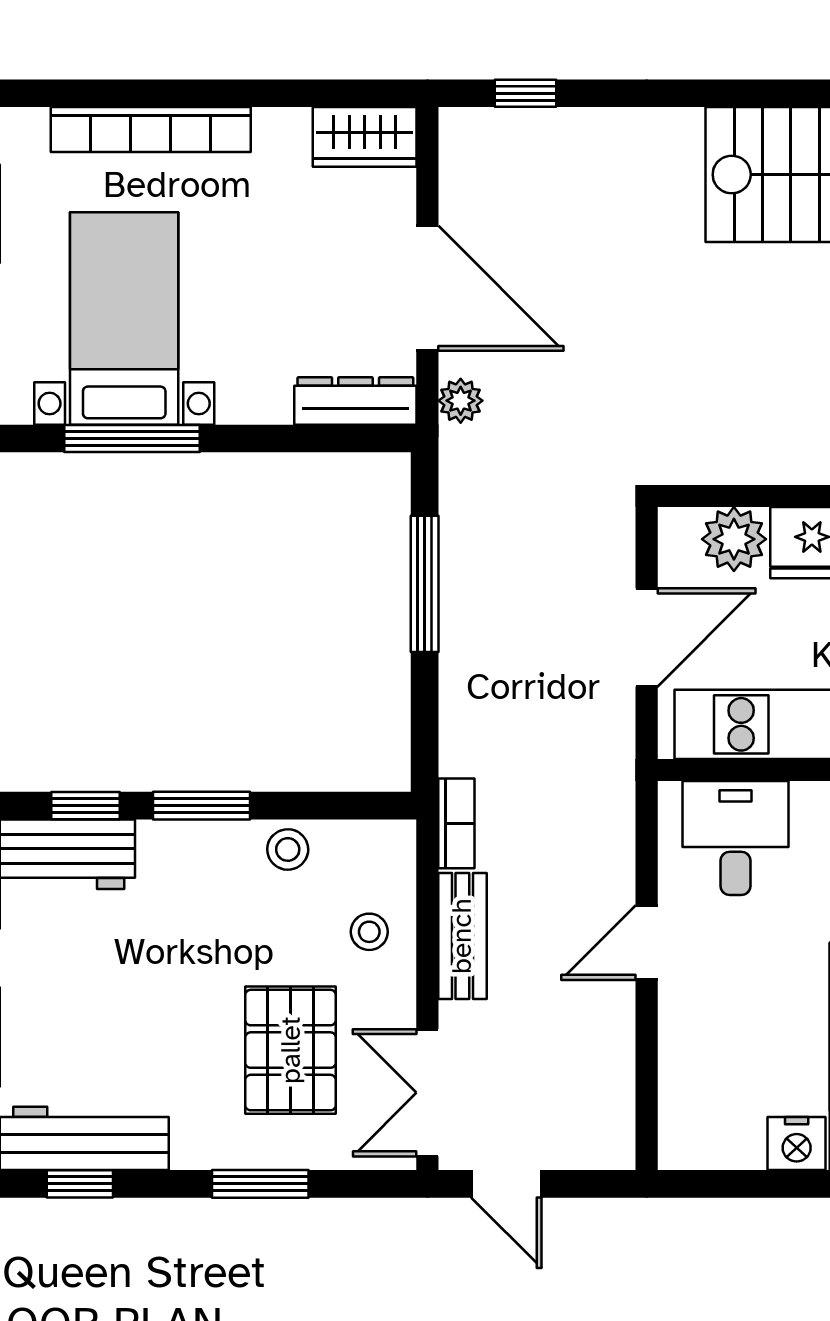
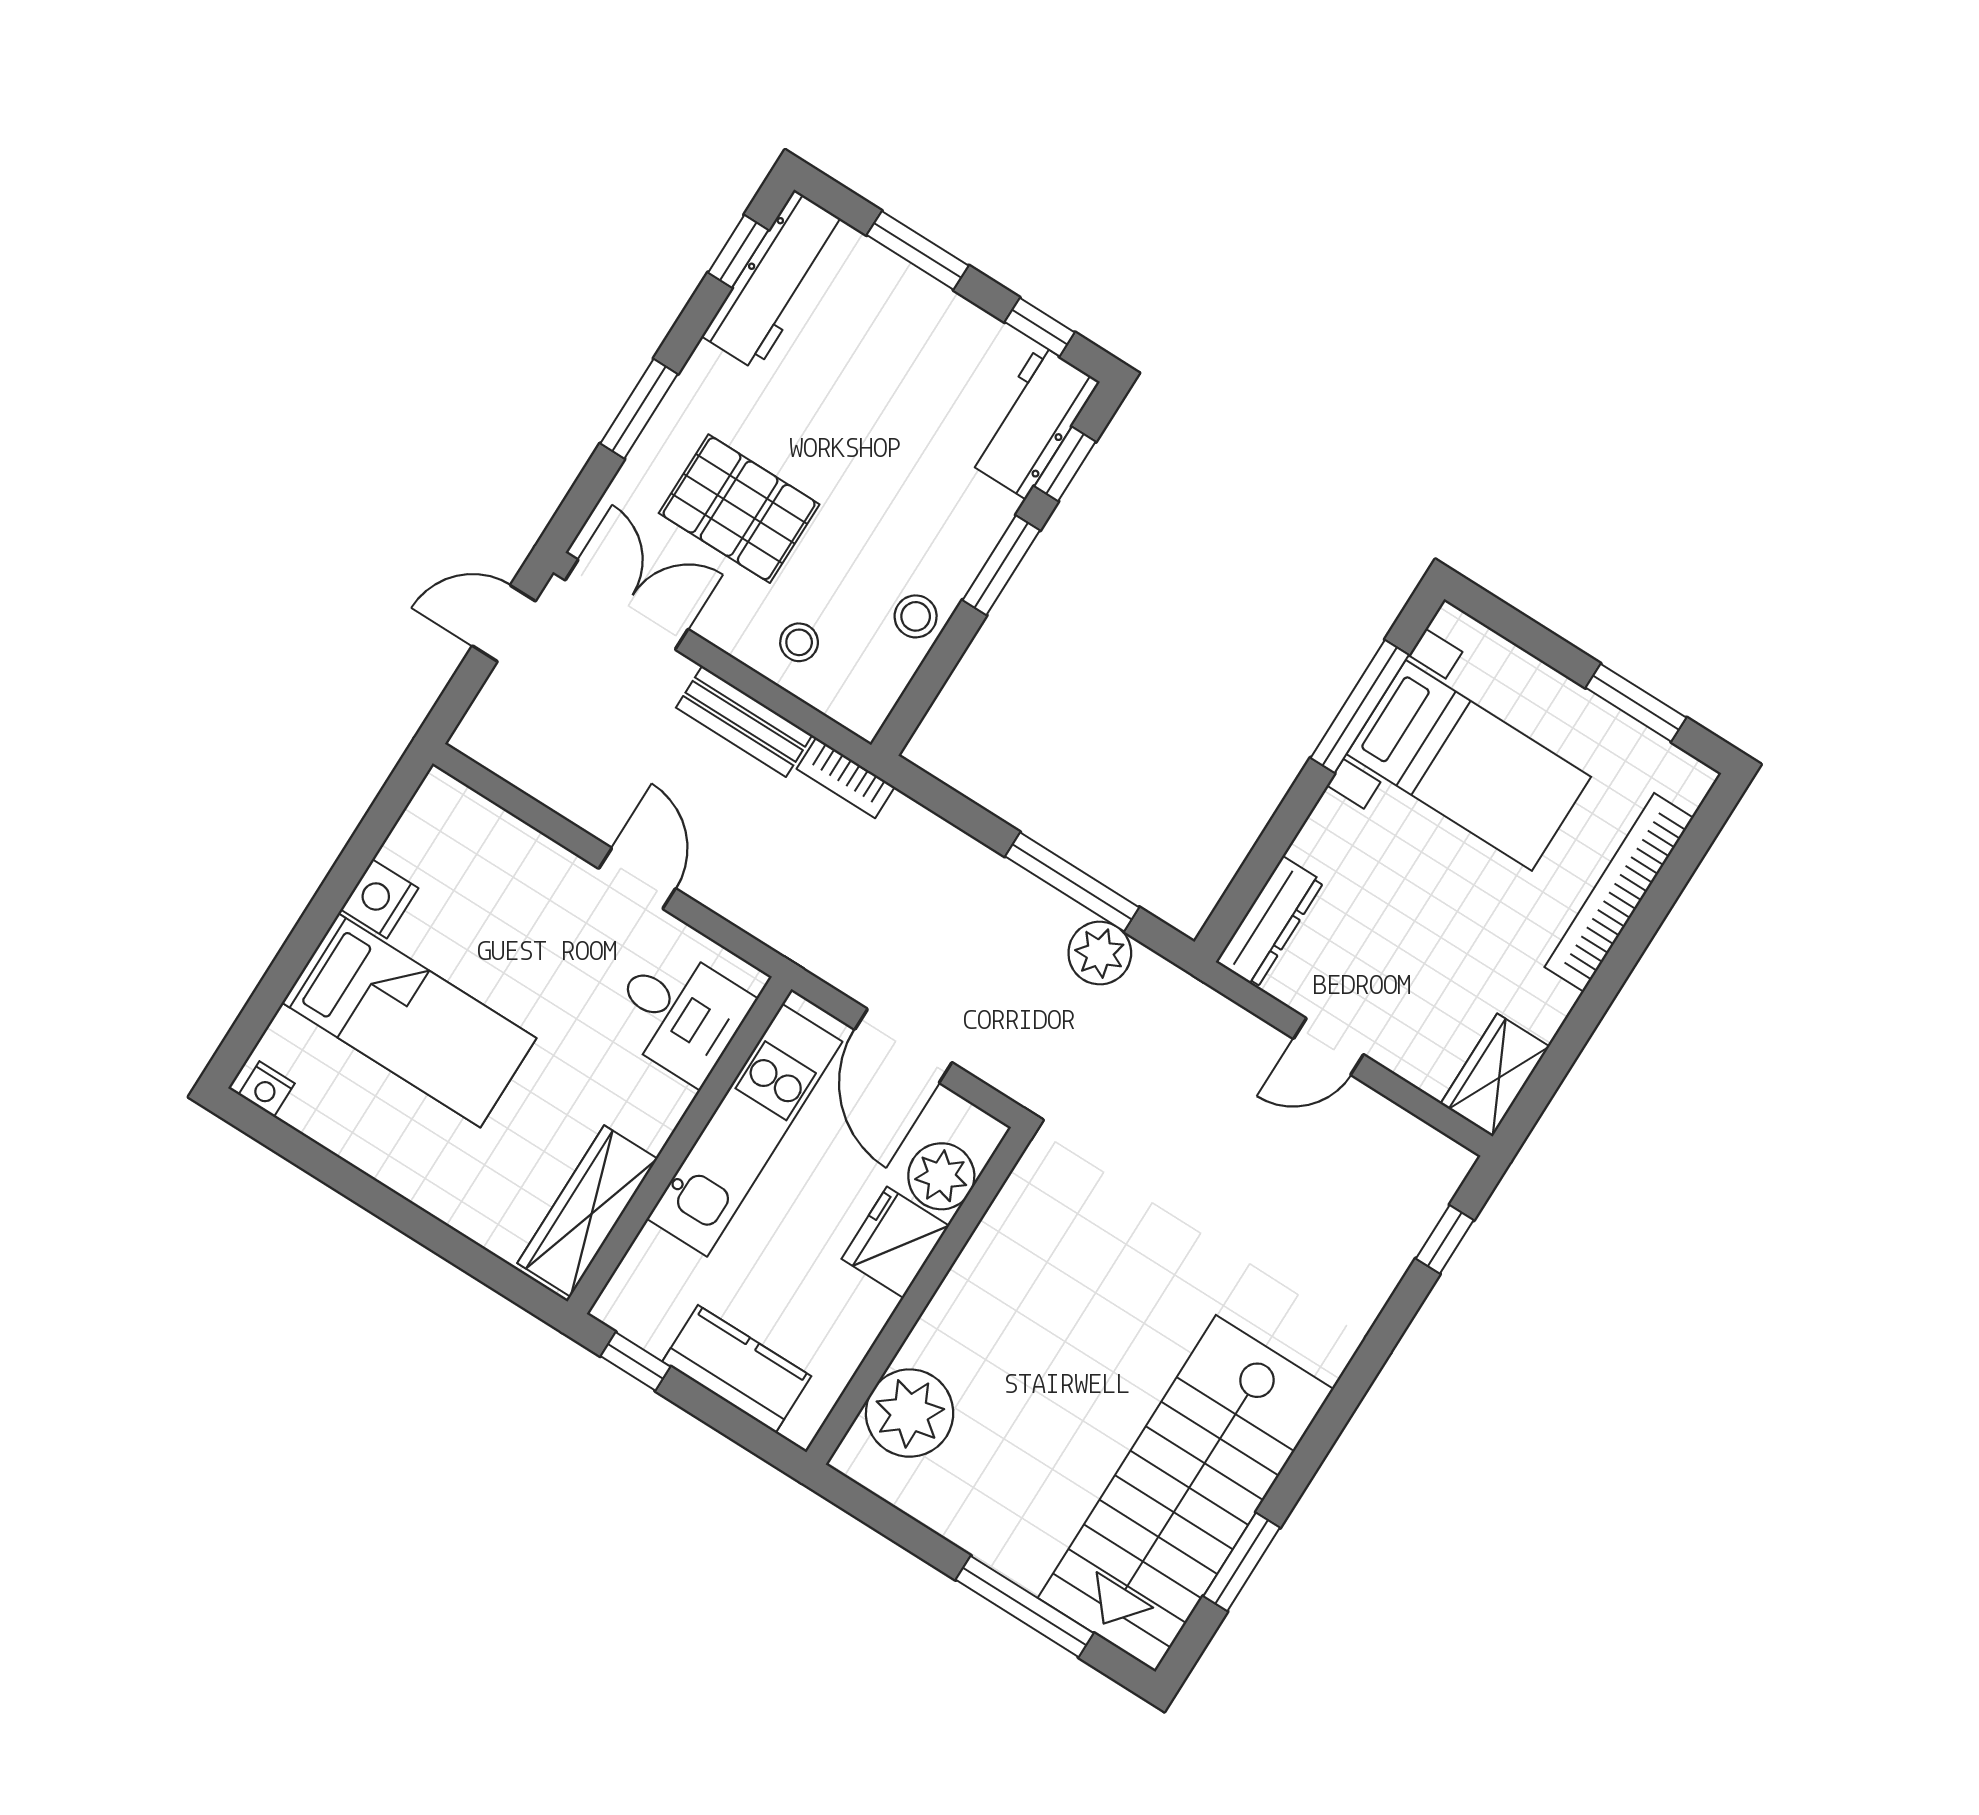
door: (427, 288) -> (1328, 1047), width x0.53
plant: (461, 401) -> (1100, 953), moved, width x1.38, depth x1.38

